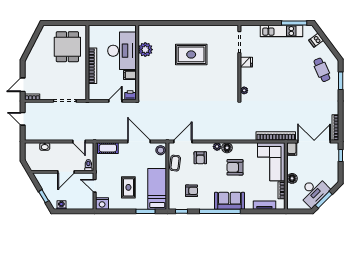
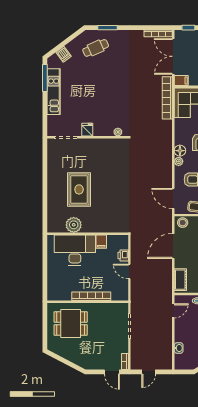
plant: (145, 50) -> (74, 225), moved
desk: (122, 51) -> (75, 250), moved
wall: (137, 62) -> (88, 234), moved
filing cabinet: (130, 75) -> (101, 242), moved

